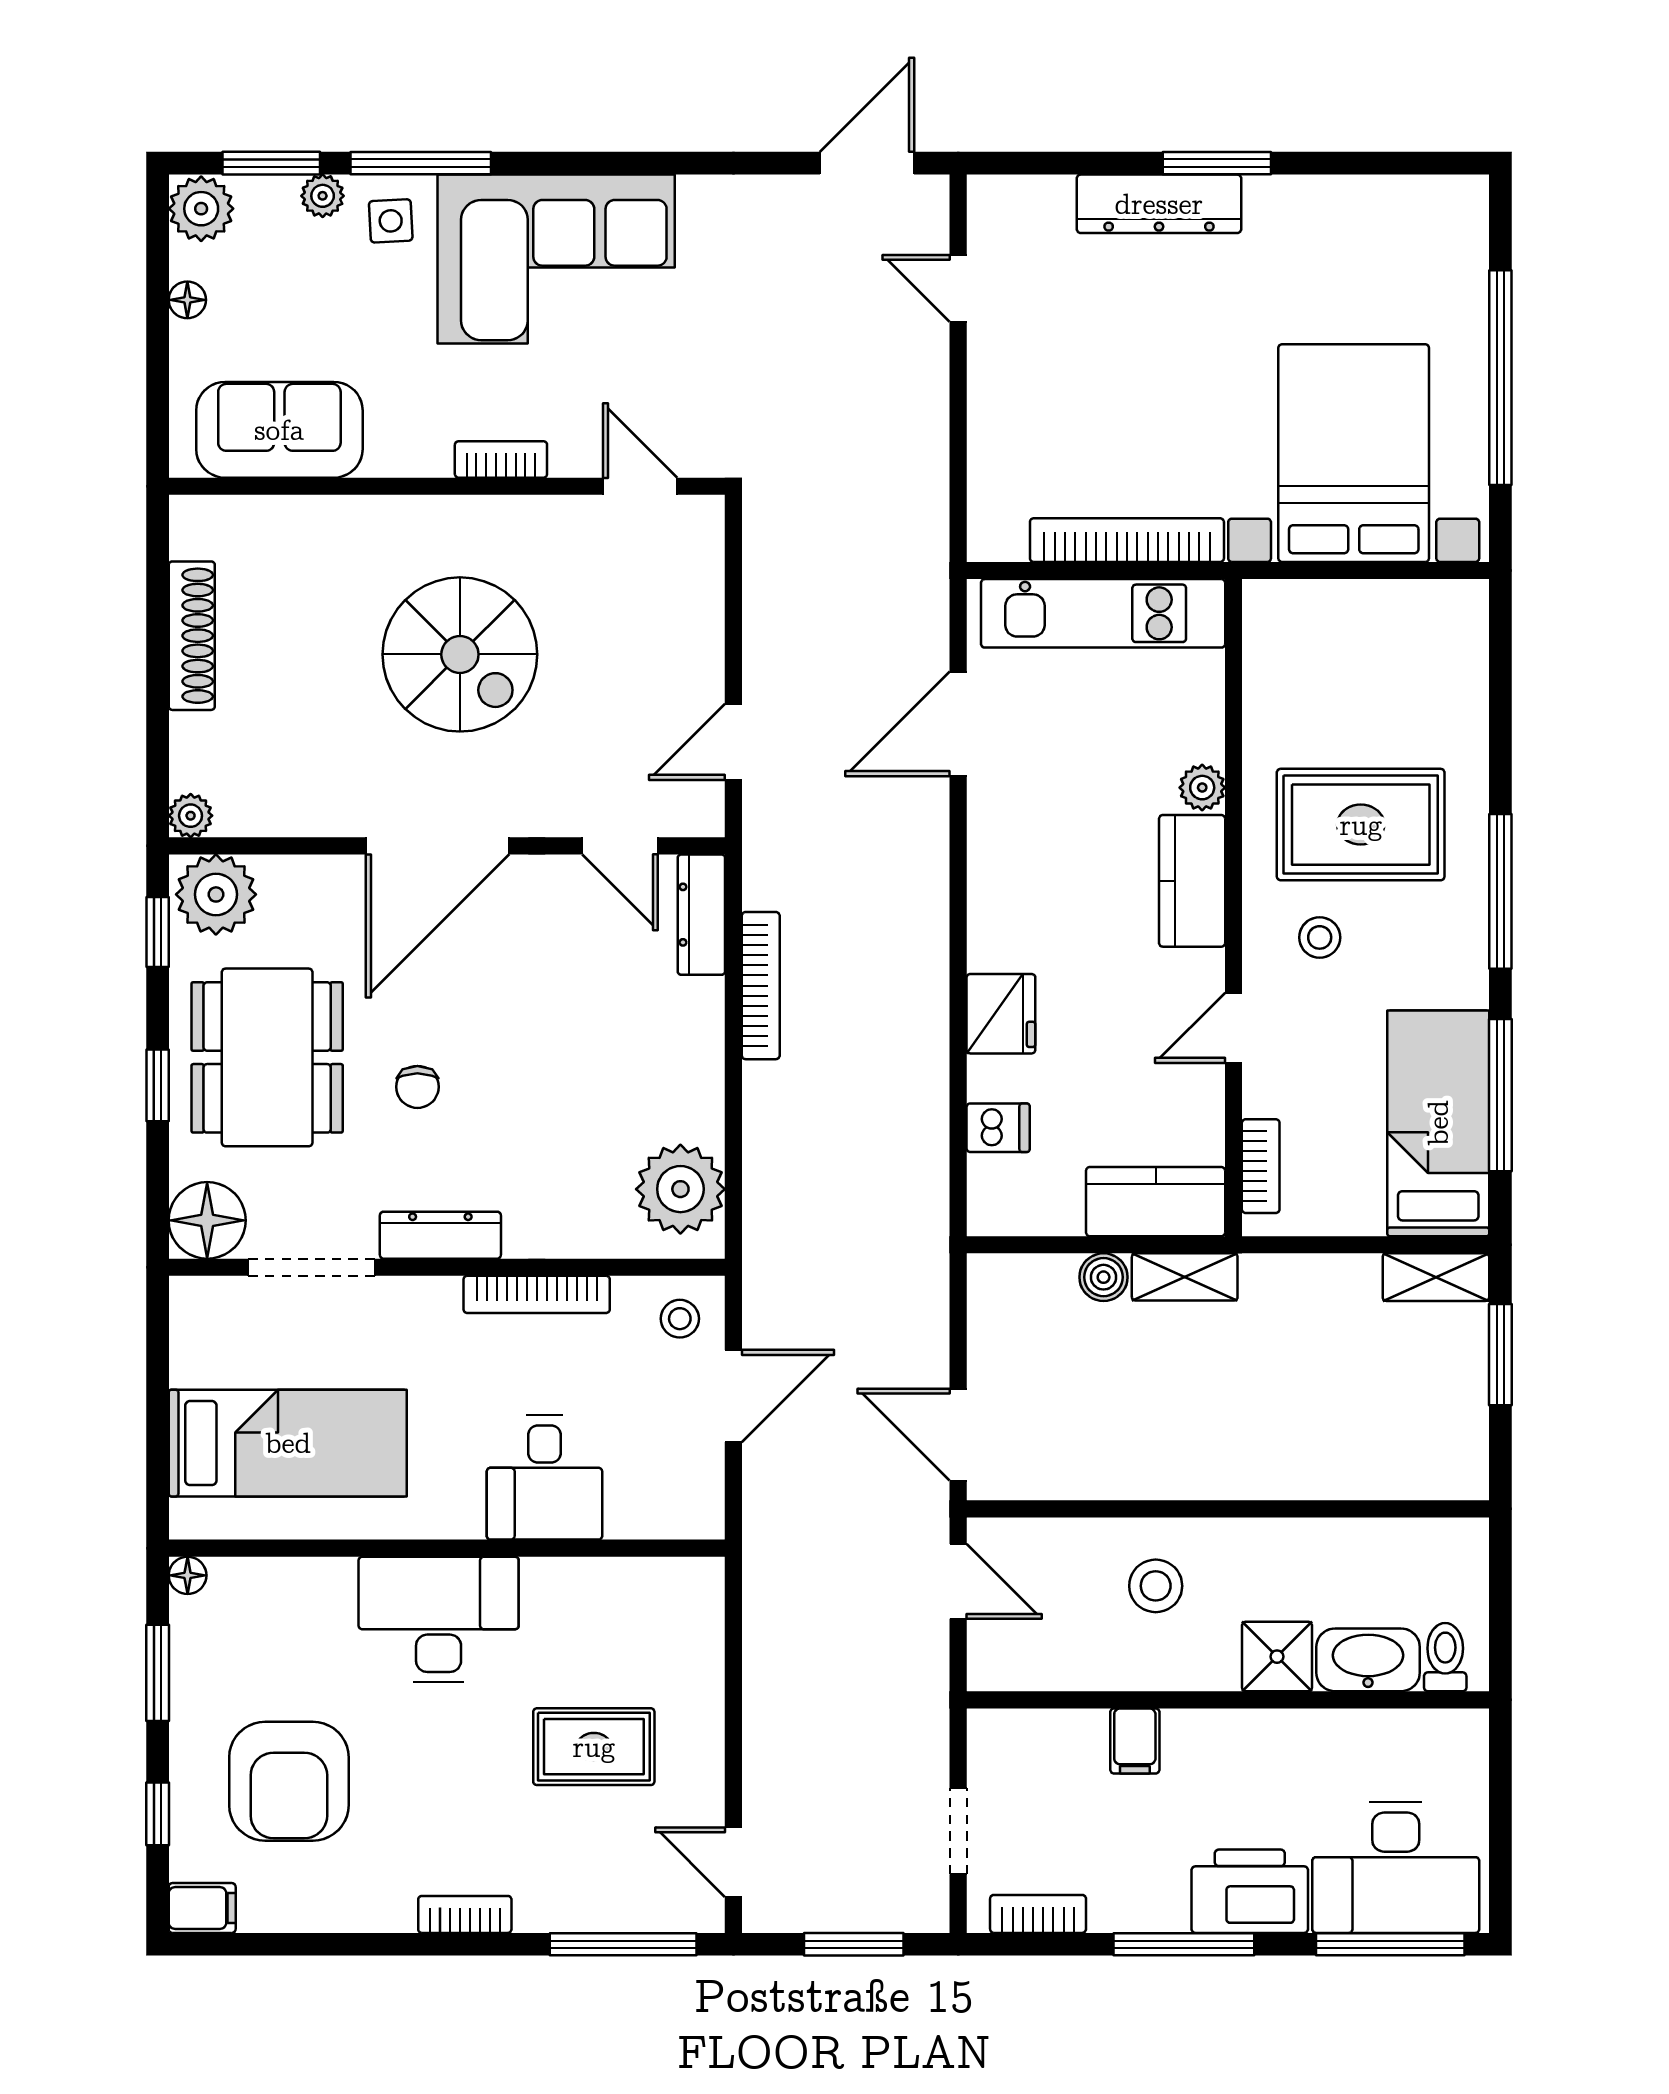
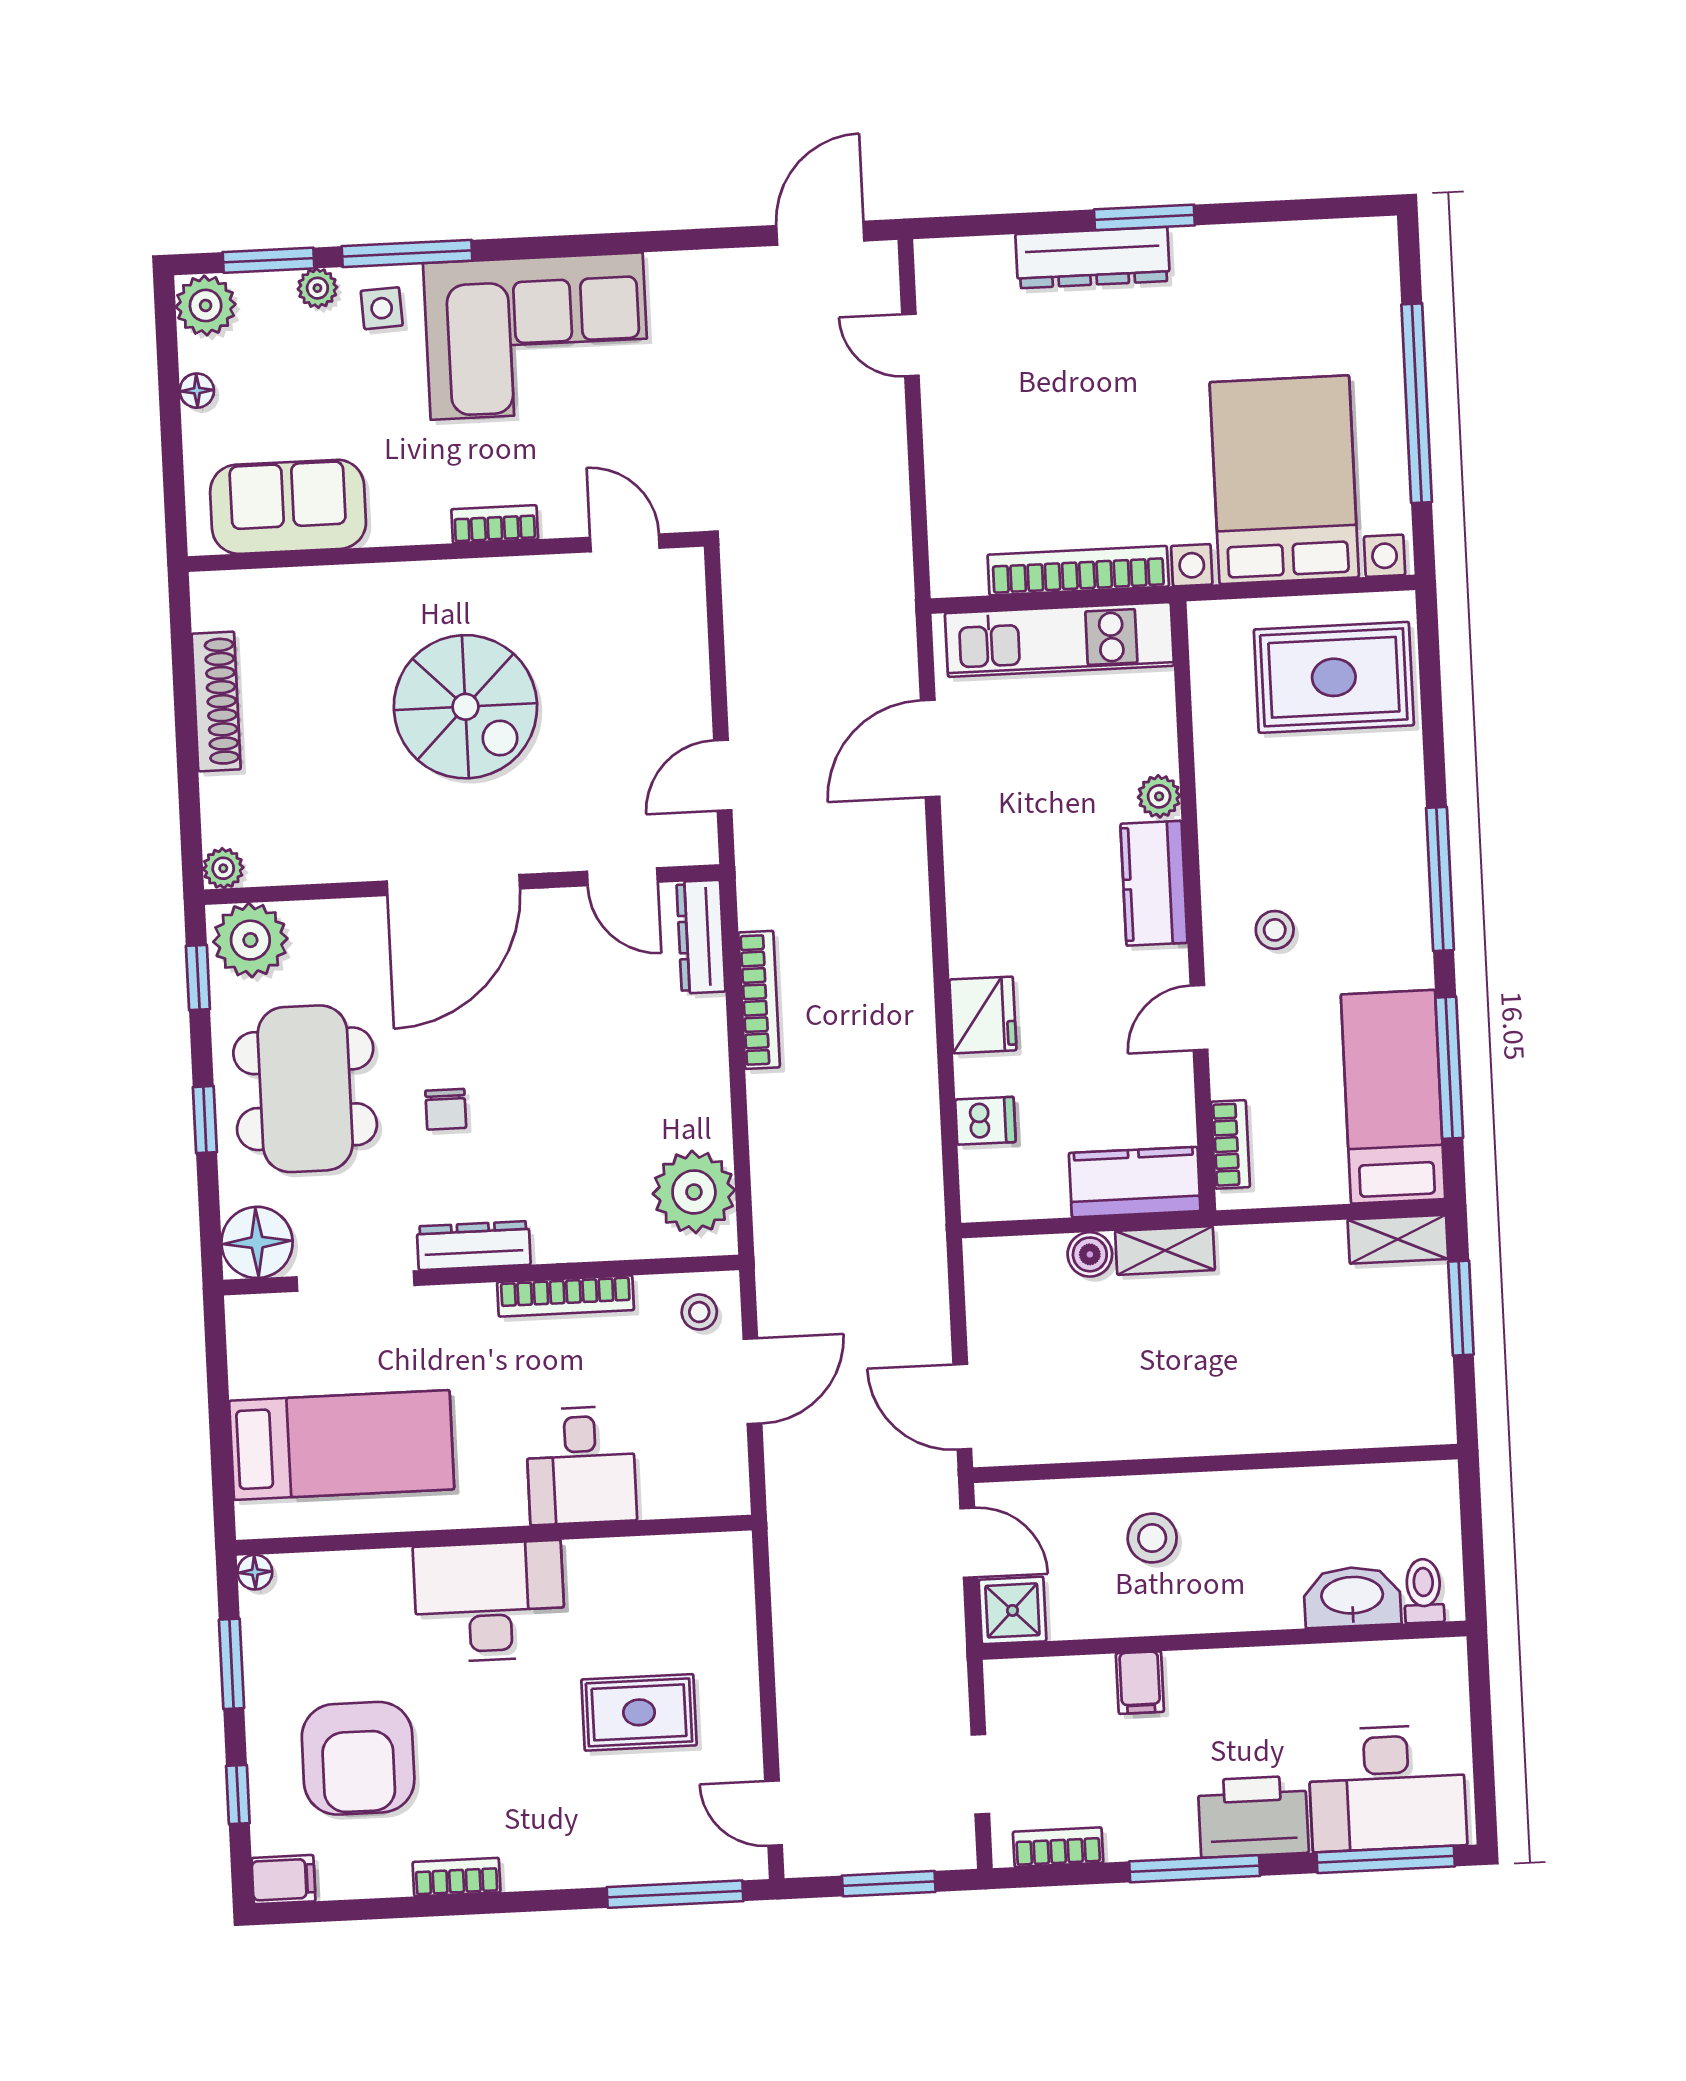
rug: (1361, 825) -> (1334, 677), moved
shower: (1277, 1657) -> (1012, 1610), moved
bookcase: (465, 1914) -> (456, 1877), moved

